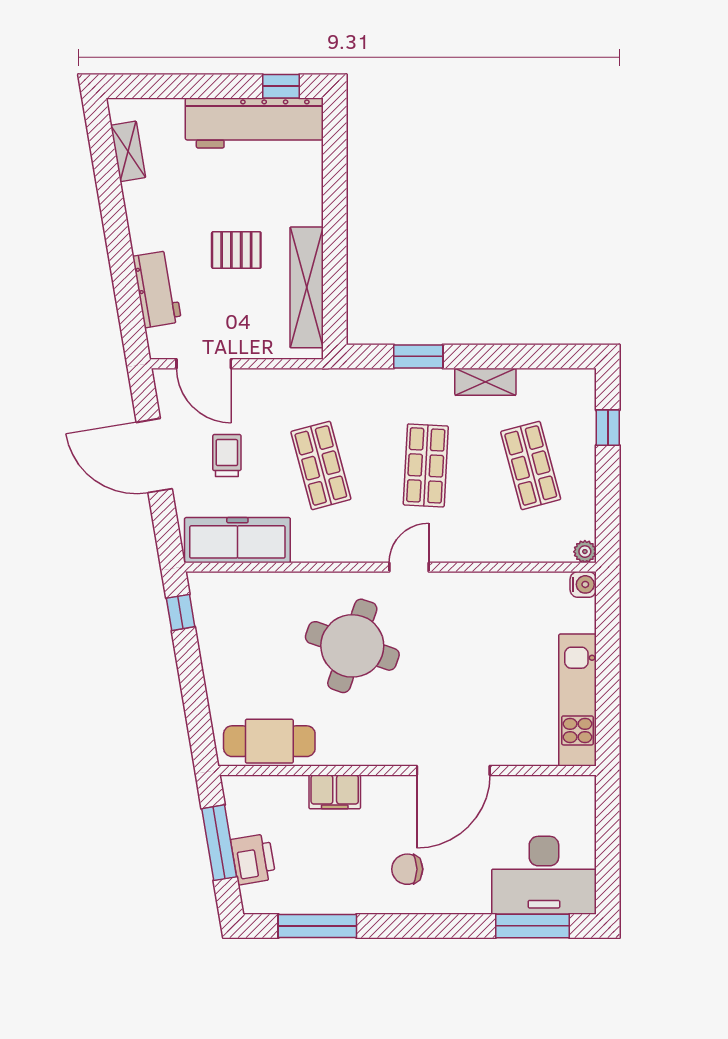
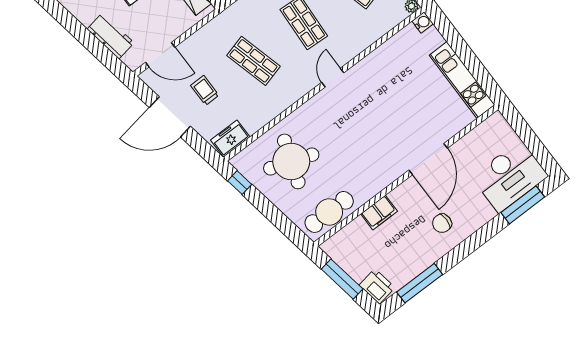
freezer: (237, 540) -> (230, 139), width x0.52, depth x0.79
round table: (352, 646) -> (291, 161), moved
printer: (253, 859) -> (377, 286), moved

